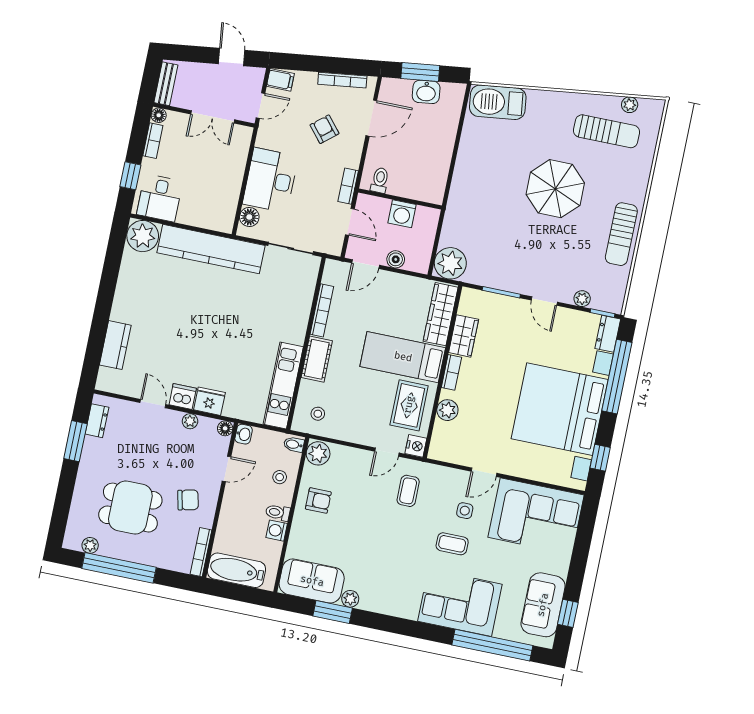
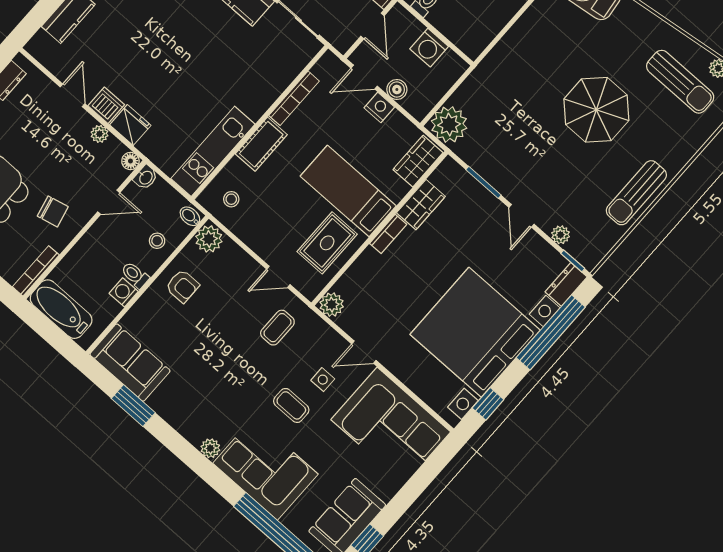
wardrobe: (441, 314) -> (418, 161), width x0.67
plant: (447, 410) -> (332, 305), moved
nightstand: (416, 446) -> (379, 107), moved, turned -90
plant: (350, 599) -> (210, 448), moved

